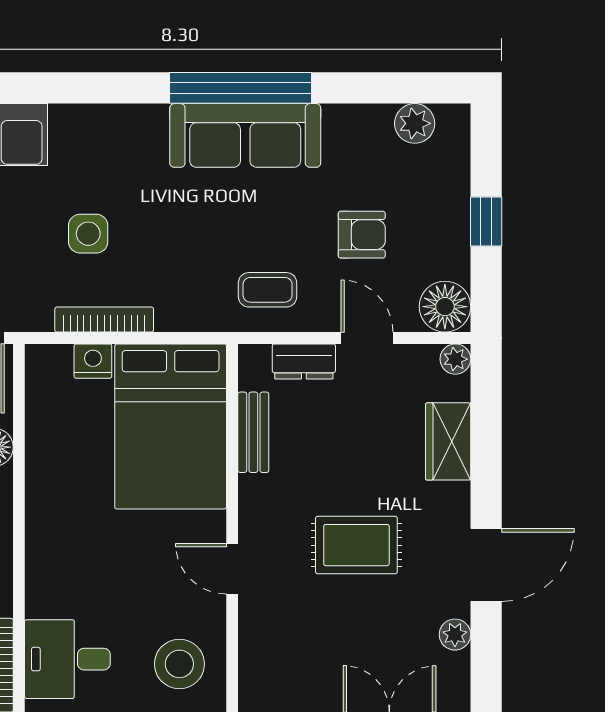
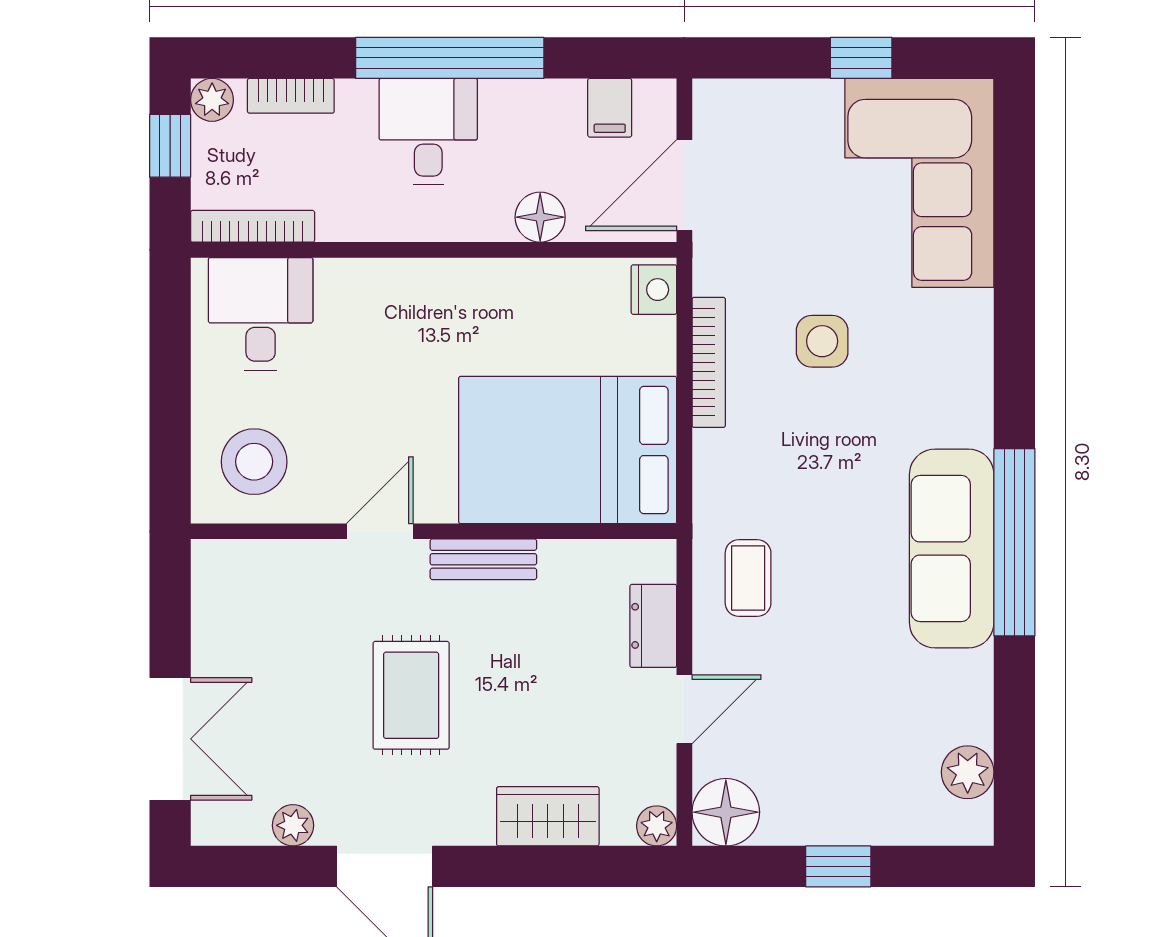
armchair: (362, 235) -> (821, 702), removed
nightstand: (93, 361) -> (654, 290), moved
bench: (253, 432) -> (483, 559), moved

